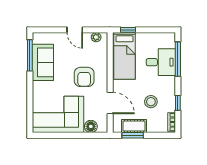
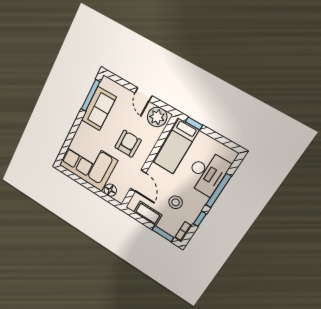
plant: (96, 37) -> (157, 117), width x1.87, depth x1.87
window: (178, 59) -> (218, 191), moved
desk: (161, 62) -> (207, 173), width x1.37
armchair: (84, 77) -> (128, 144), turned 180
window: (133, 135) -> (163, 234), moved

